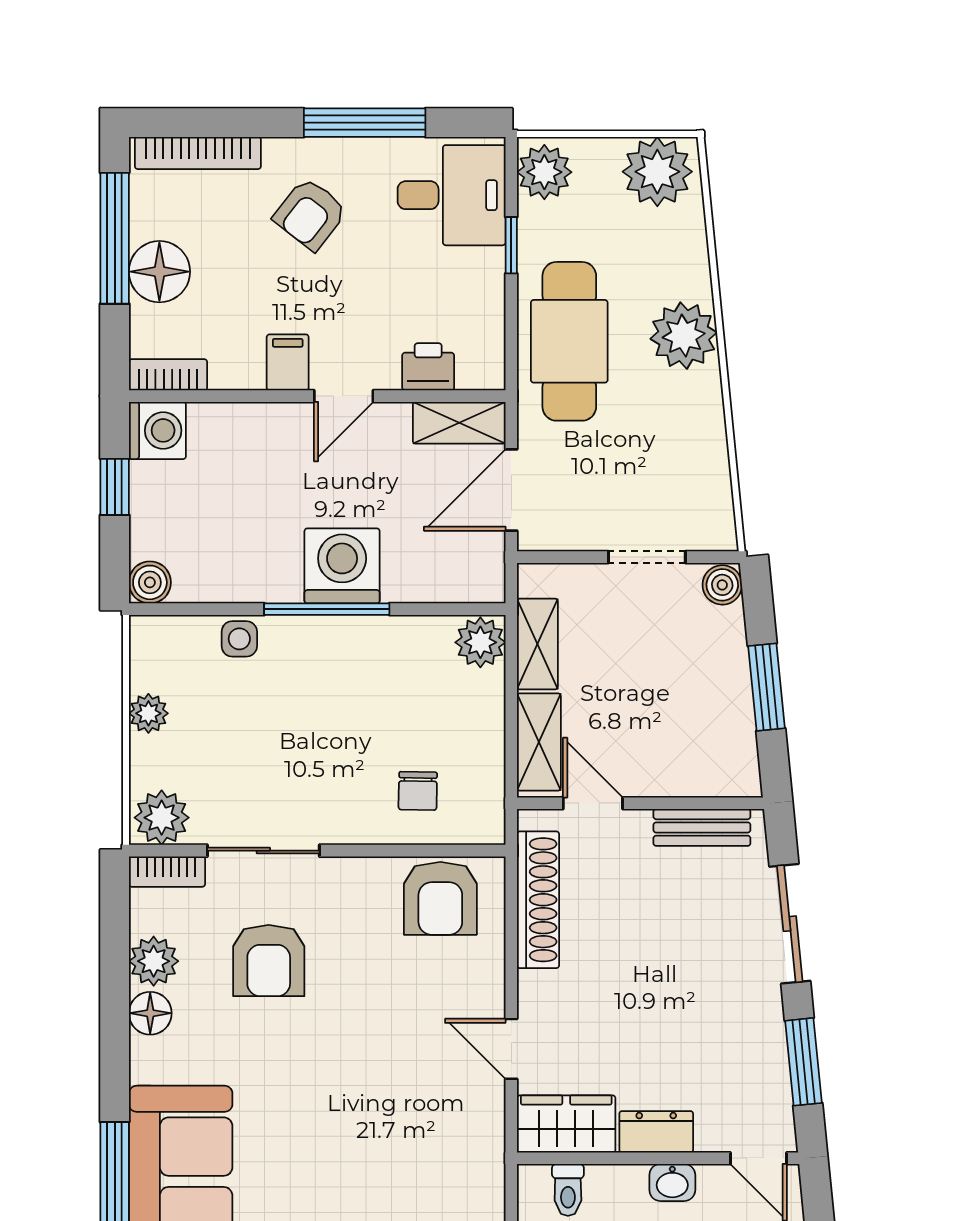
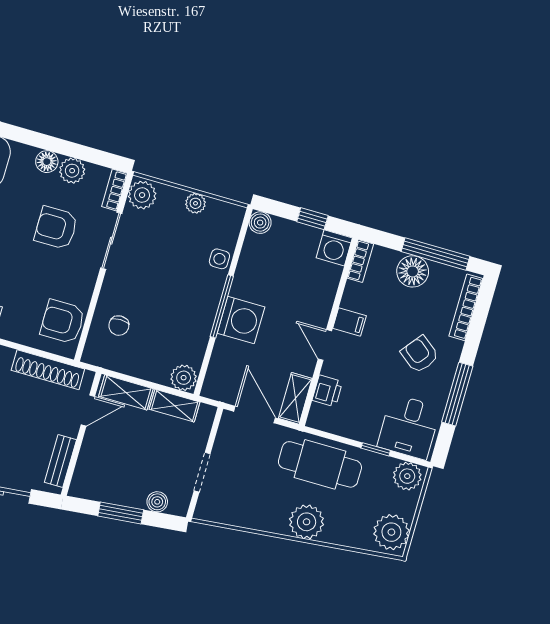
boiler: (722, 585) -> (157, 502), moved
chair: (418, 791) -> (119, 326), turned -91

